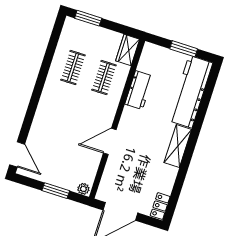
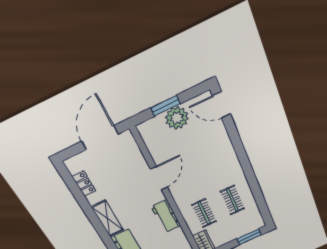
workbench: (139, 90) -> (166, 216), moved
plant: (83, 189) -> (177, 118), moved, width x1.87, depth x1.87
locker: (160, 206) -> (84, 184), moved

